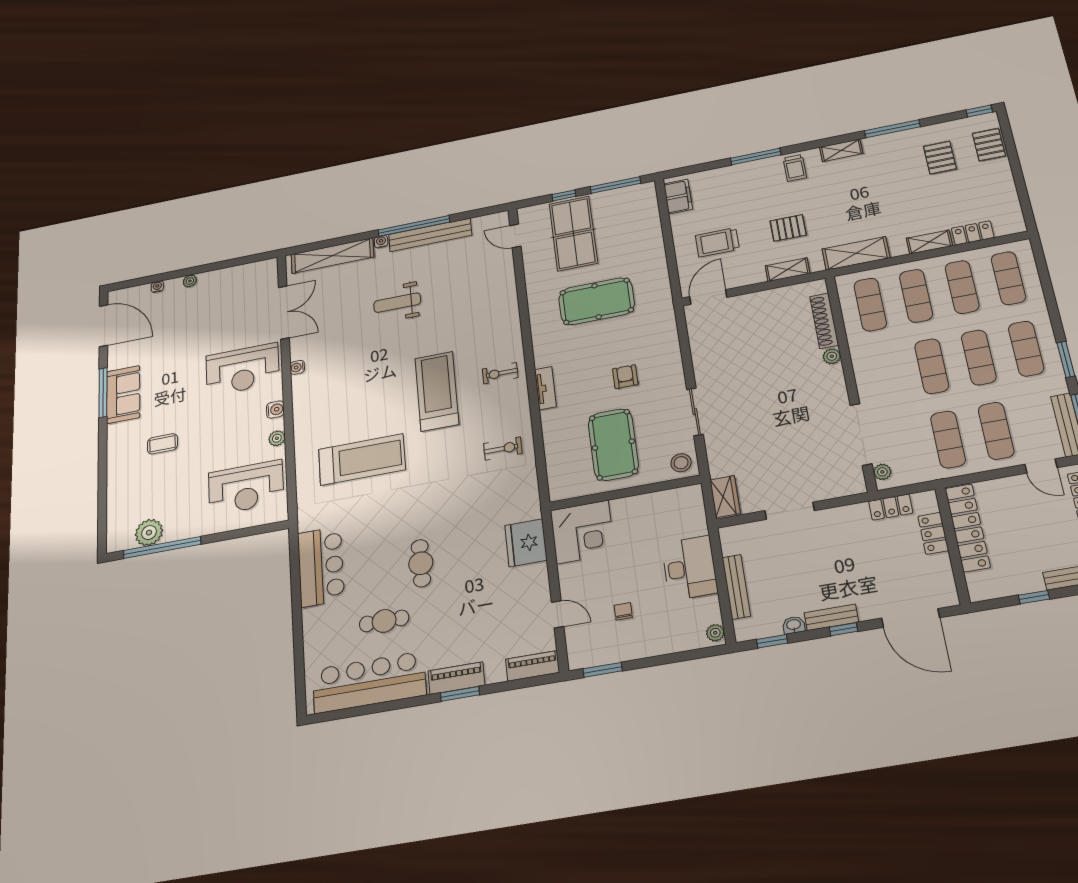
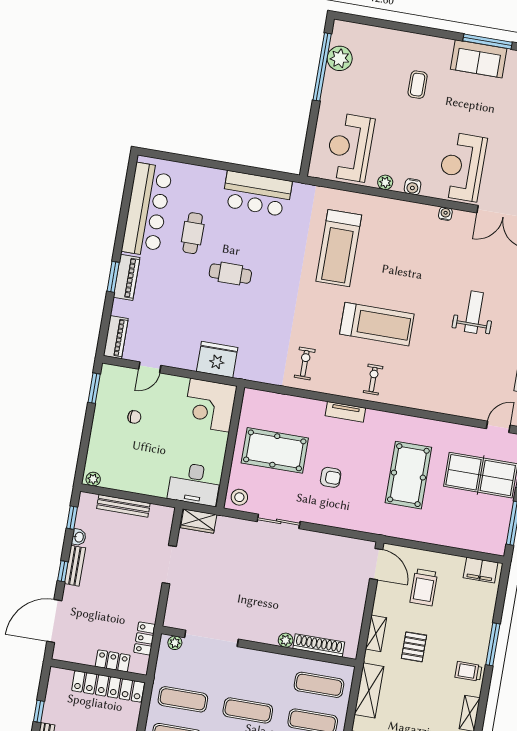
trolley: (717, 242) -> (424, 587), turned 180
exercise bike: (503, 449) -> (305, 363), turned 180
desk: (689, 568) -> (194, 484), moved

